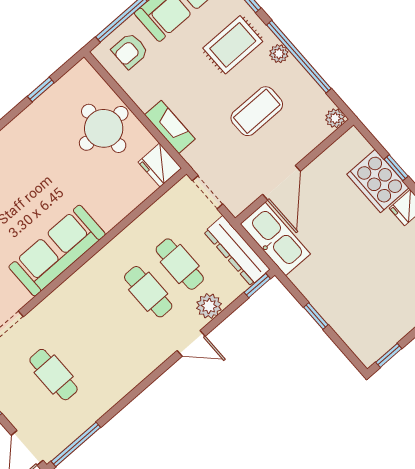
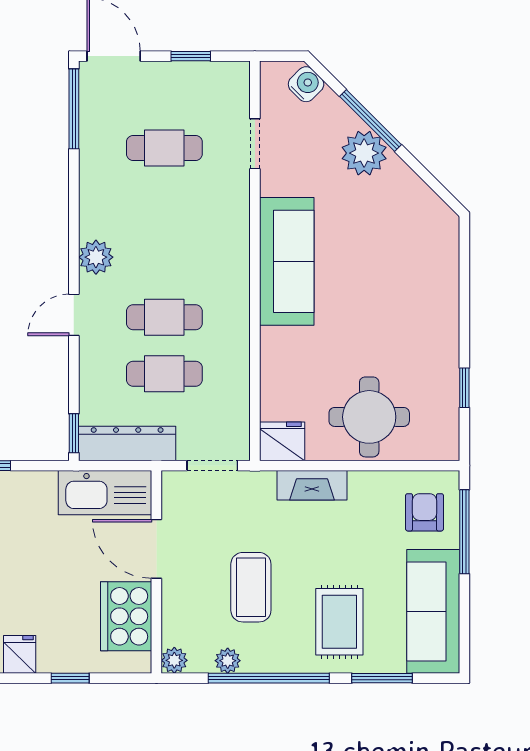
plant: (279, 54) -> (228, 661), moved
cooker: (378, 181) -> (126, 616), moved, turned -90
plant: (209, 306) -> (96, 257), moved

